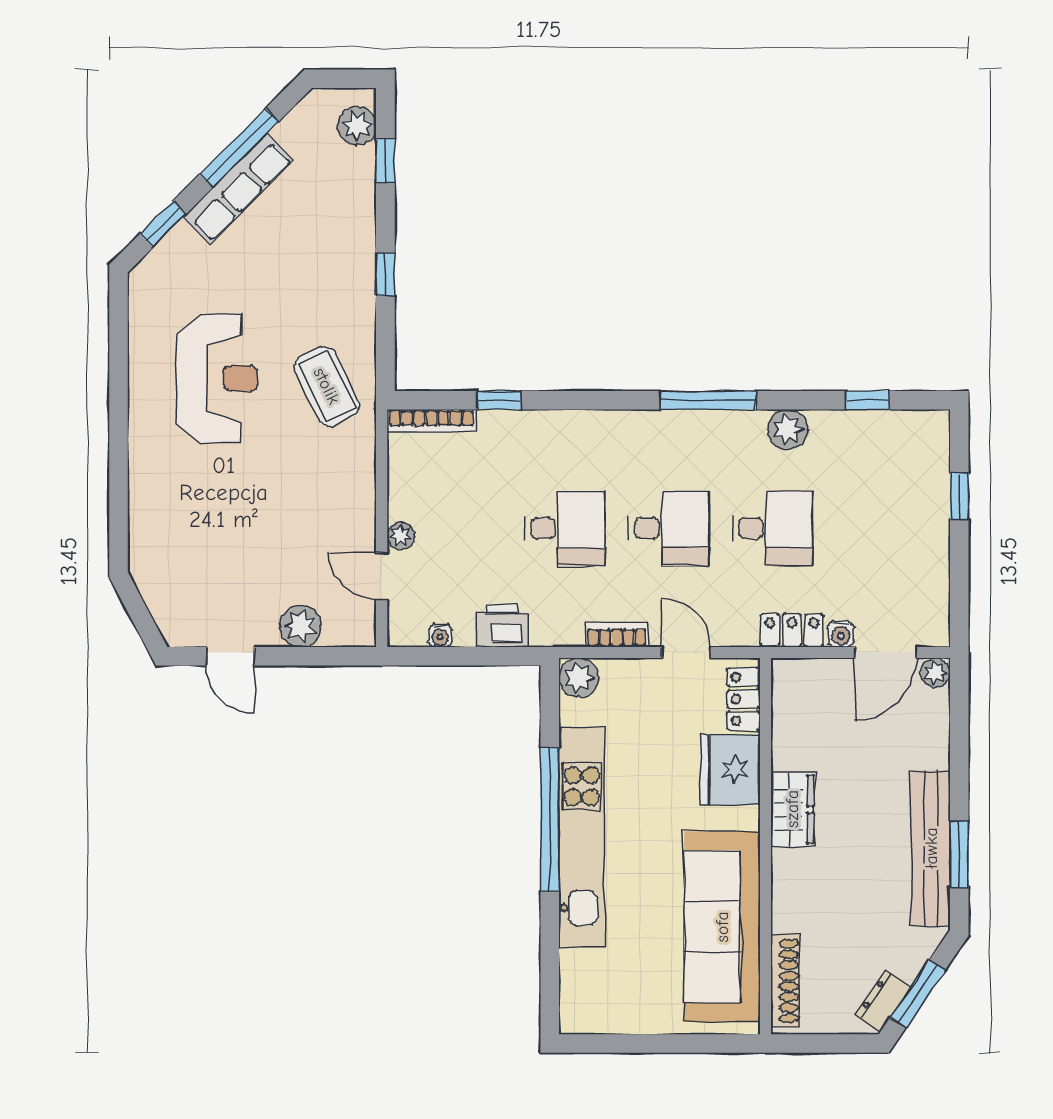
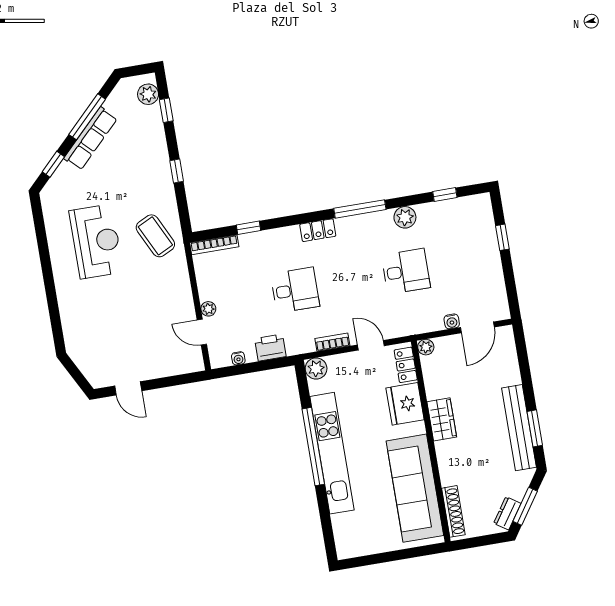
desk: (669, 528) -> (350, 281), removed
plant: (301, 626) -> (163, 366), removed
locker: (792, 630) -> (318, 230), moved, turned 180
plant: (935, 673) -> (426, 347), moved

